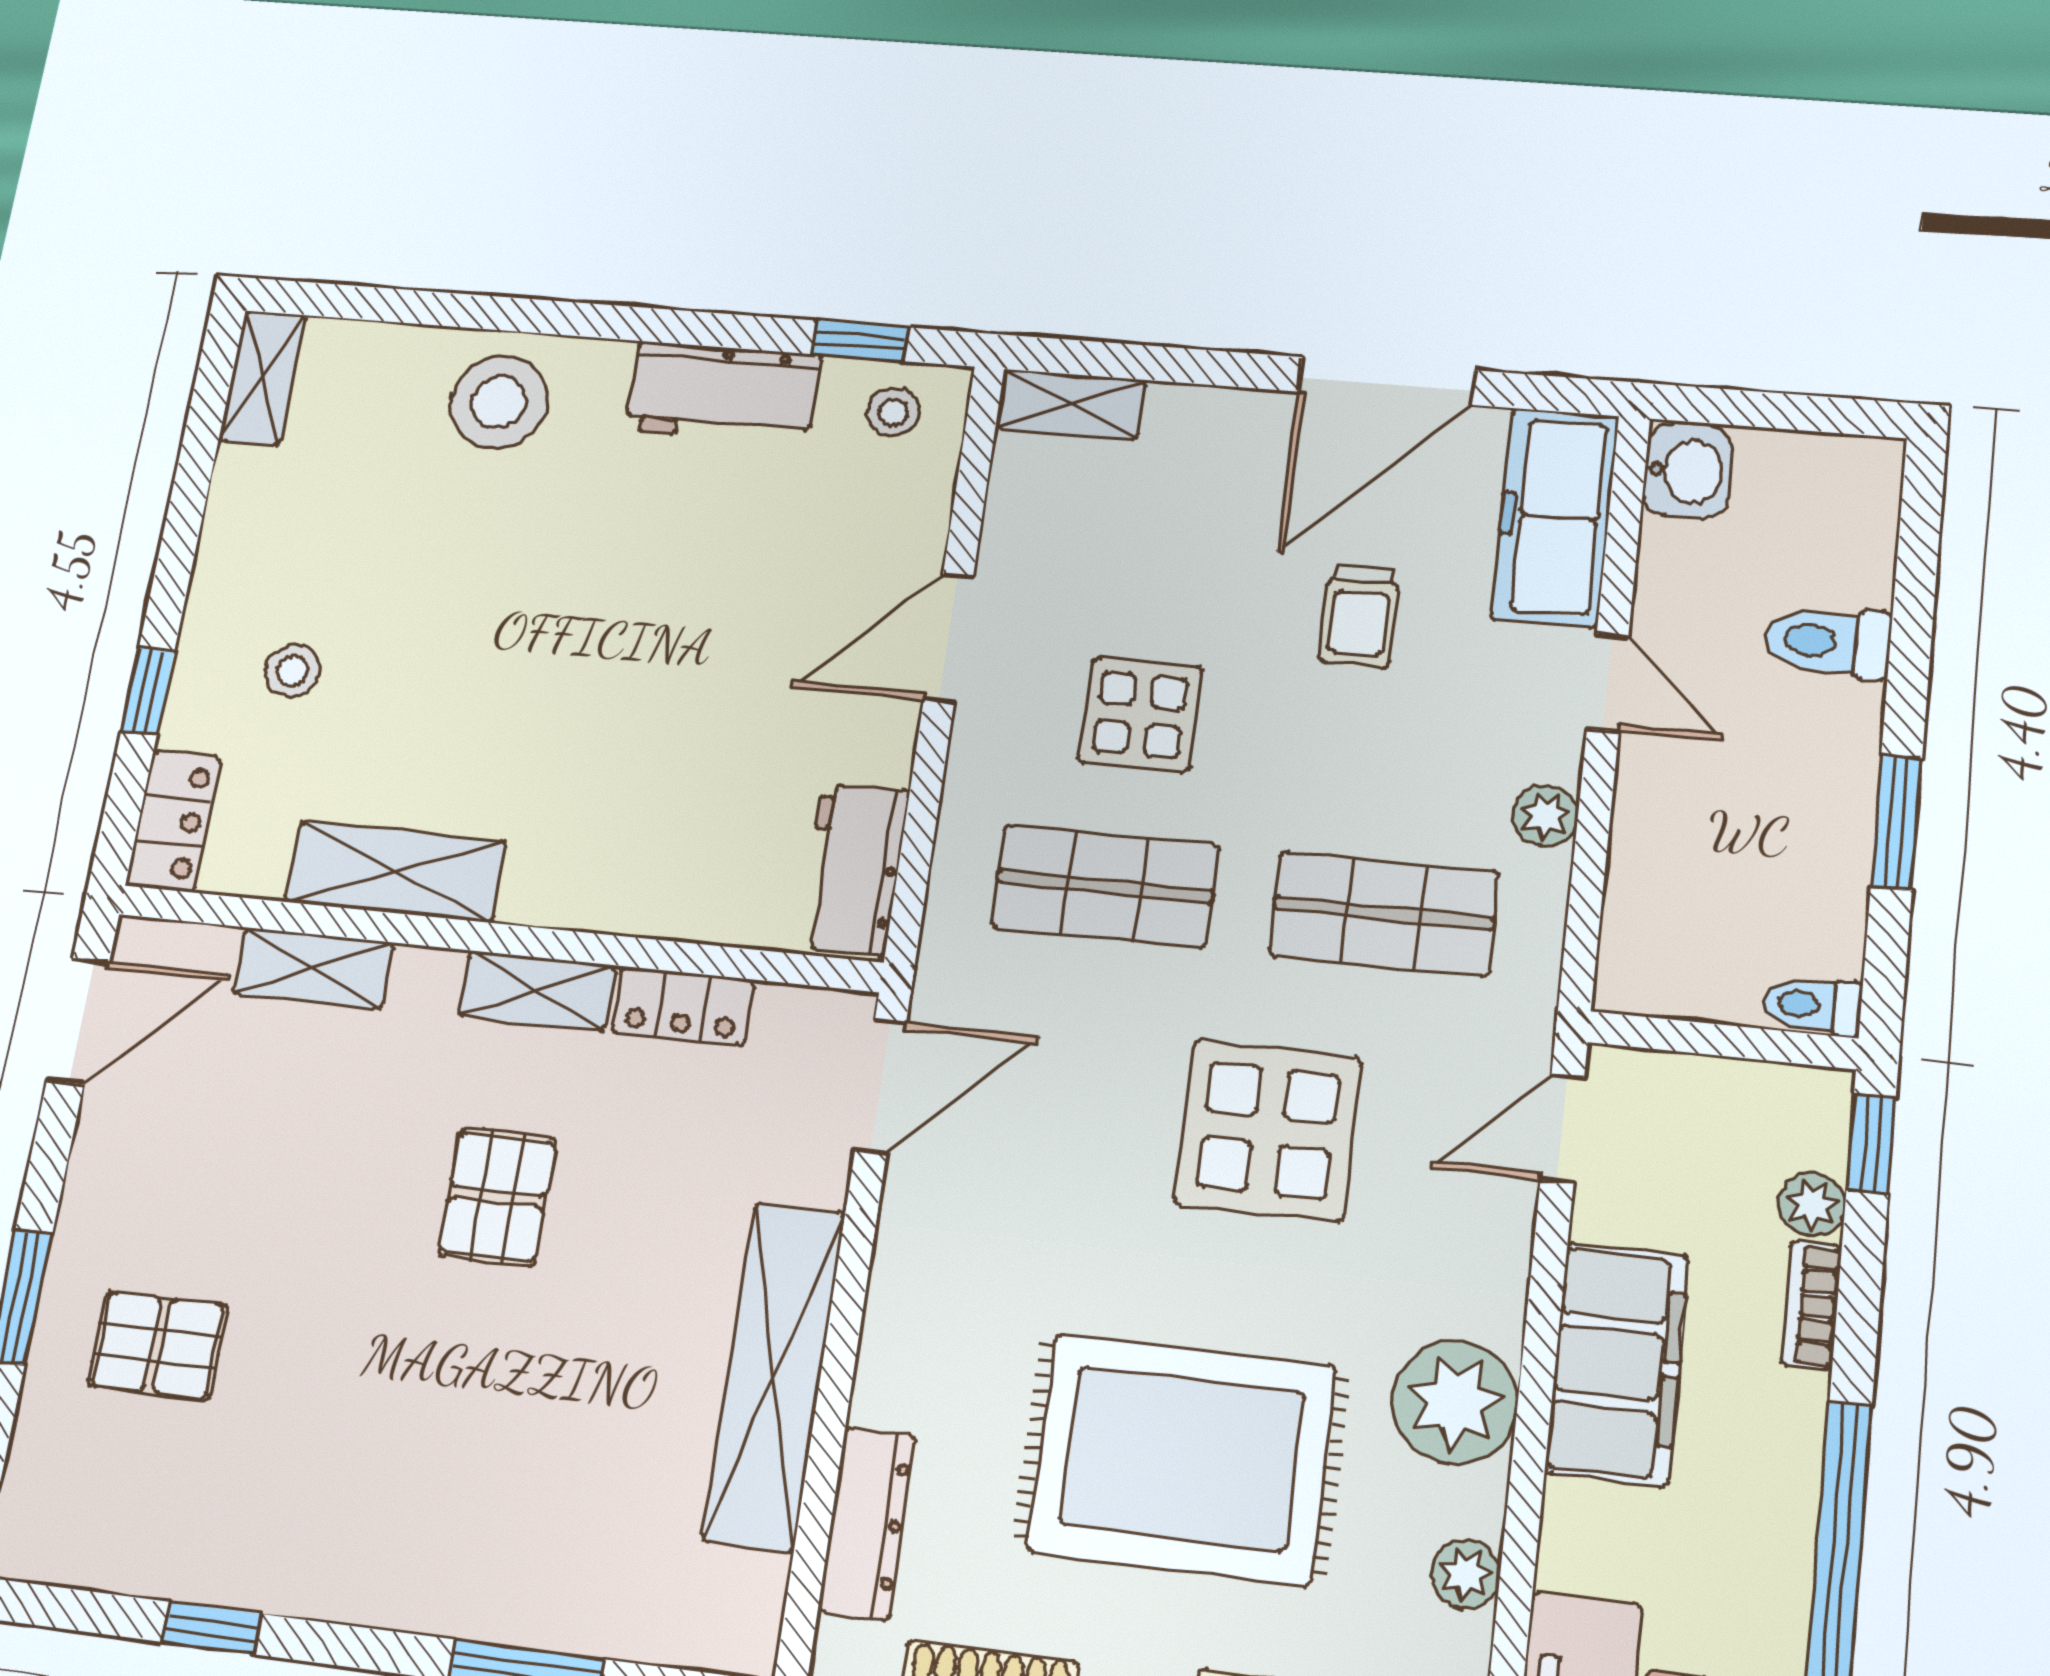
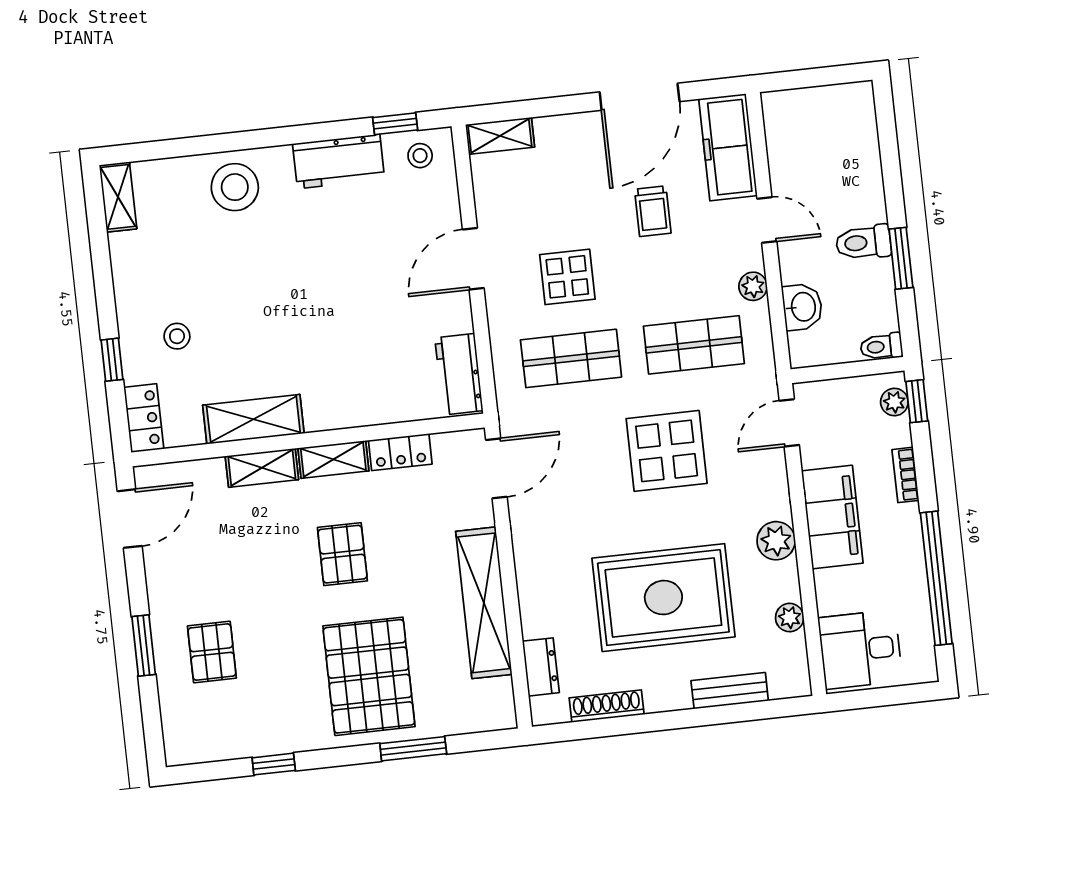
washbasin: (1687, 471) -> (802, 307), moved
toilet: (1828, 642) -> (863, 242), moved
shelving: (313, 968) -> (262, 468), moved
plant: (1812, 1204) -> (894, 402), moved
pallet: (157, 1345) -> (212, 652), turned 90
plant: (1455, 1402) -> (776, 541), width x0.73, depth x0.73
pallet: (476, 1480) -> (369, 676), added
dresser: (867, 1523) -> (541, 667), width x0.70

